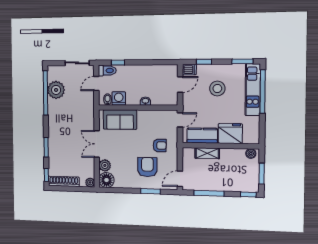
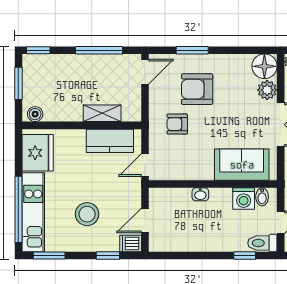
fridge: (230, 134) -> (38, 153), moved, turned -90
armchair: (147, 167) -> (197, 89), turned 90

